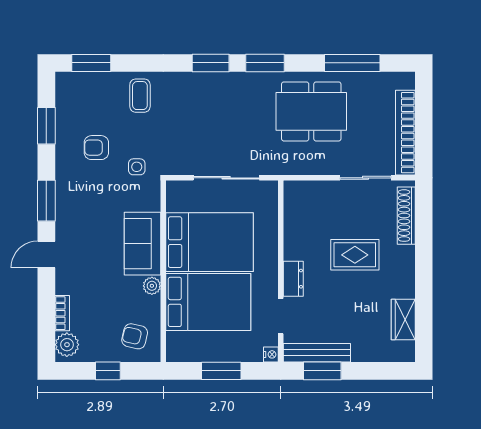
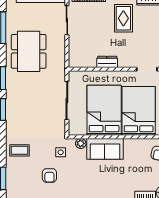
rug: (355, 255) -> (123, 18), moved
dresser: (293, 279) -> (107, 62), moved
plant: (152, 286) -> (81, 143), moved

